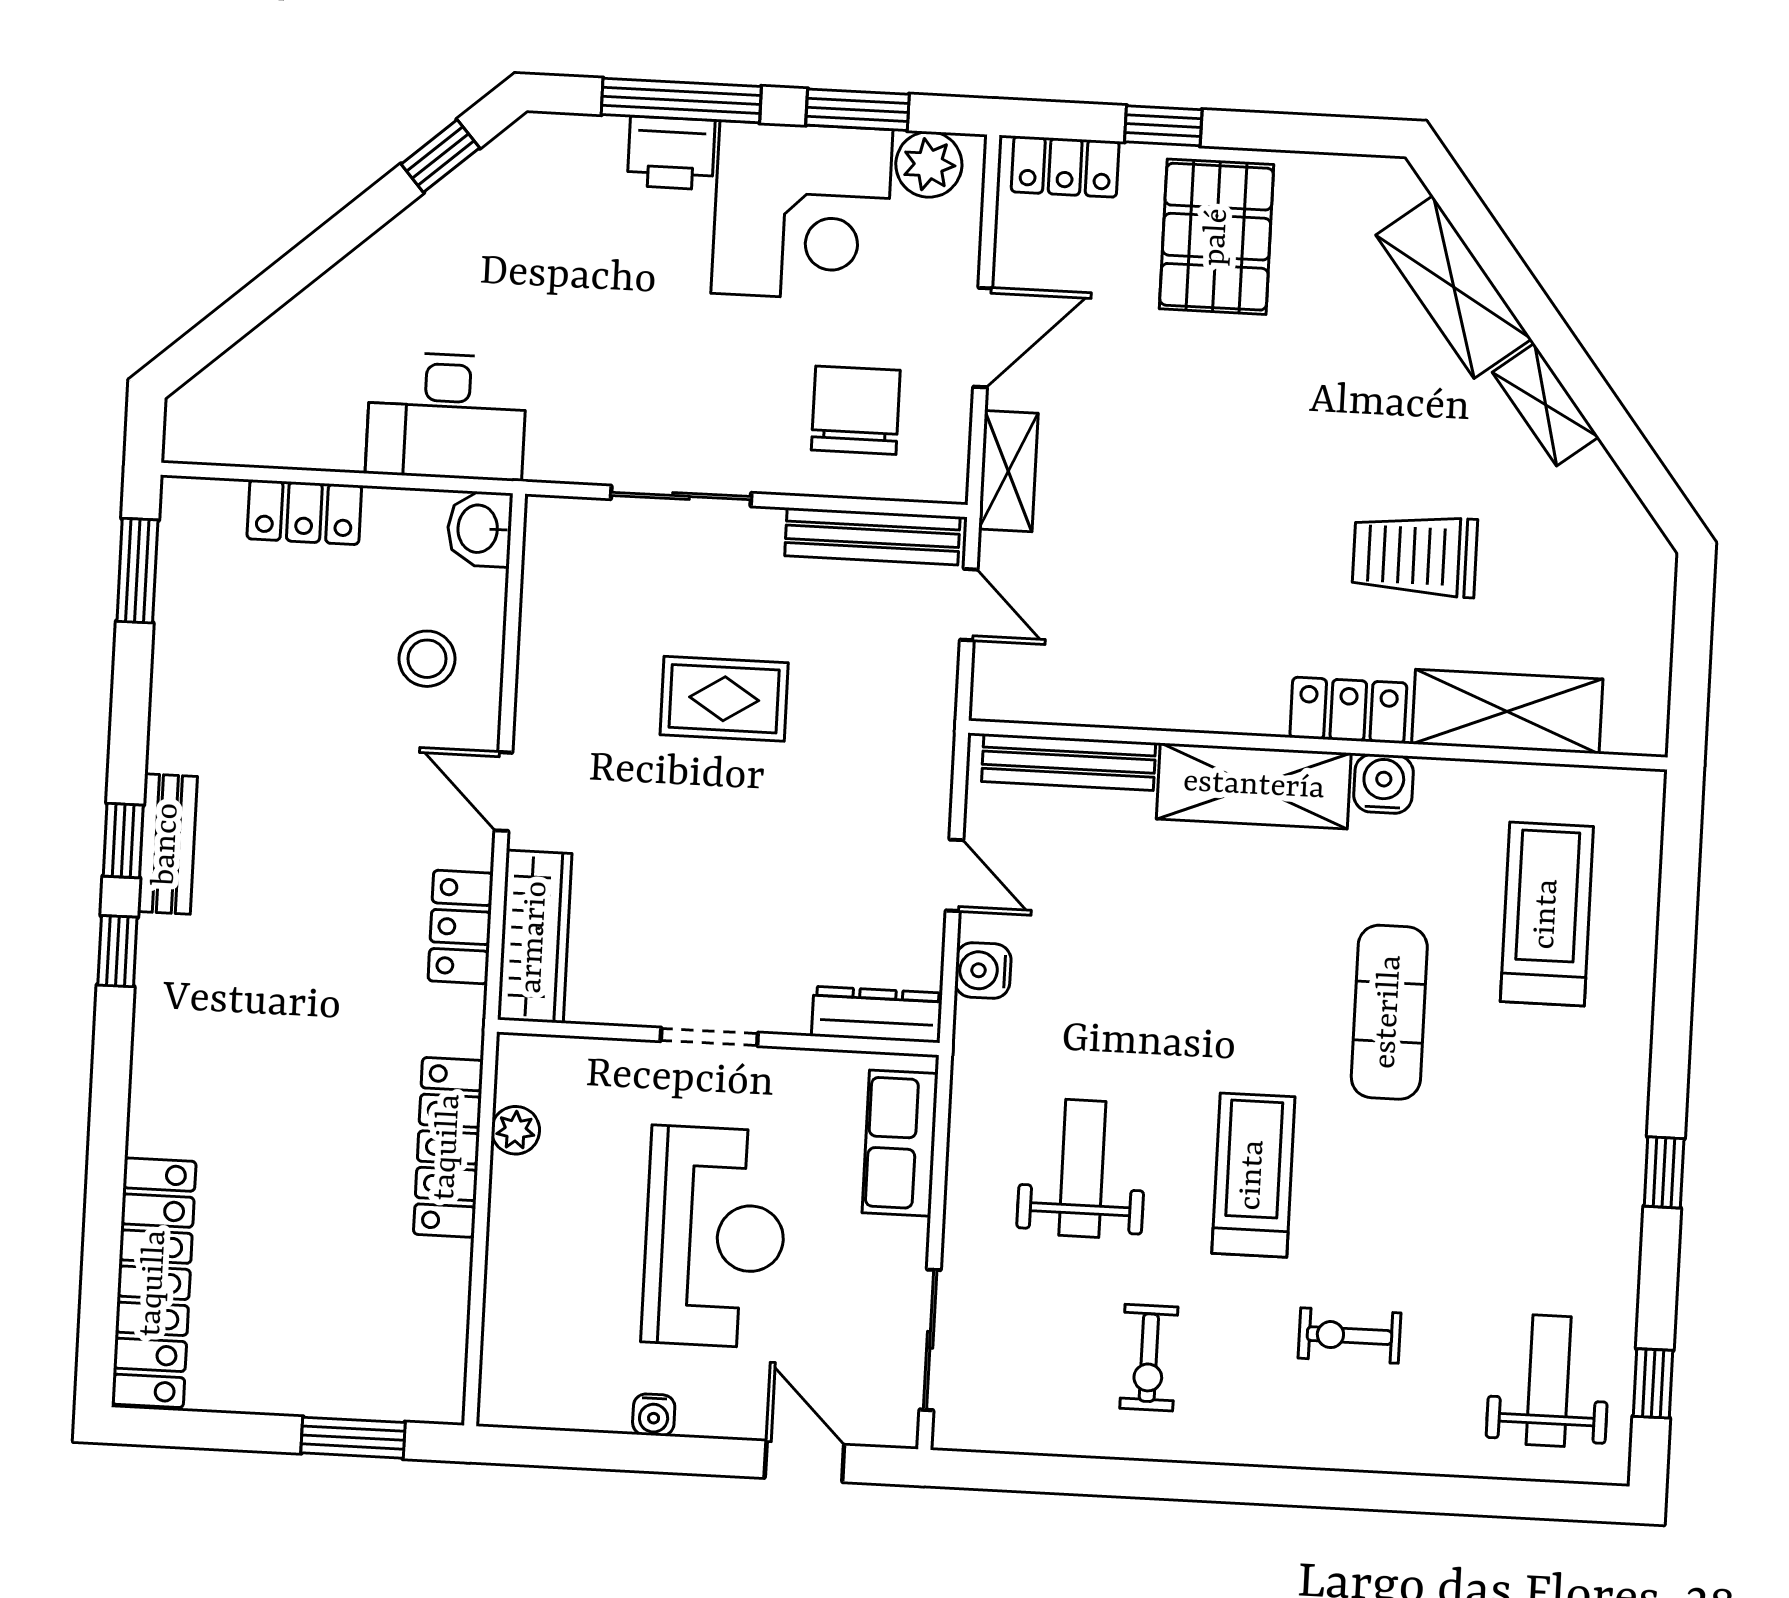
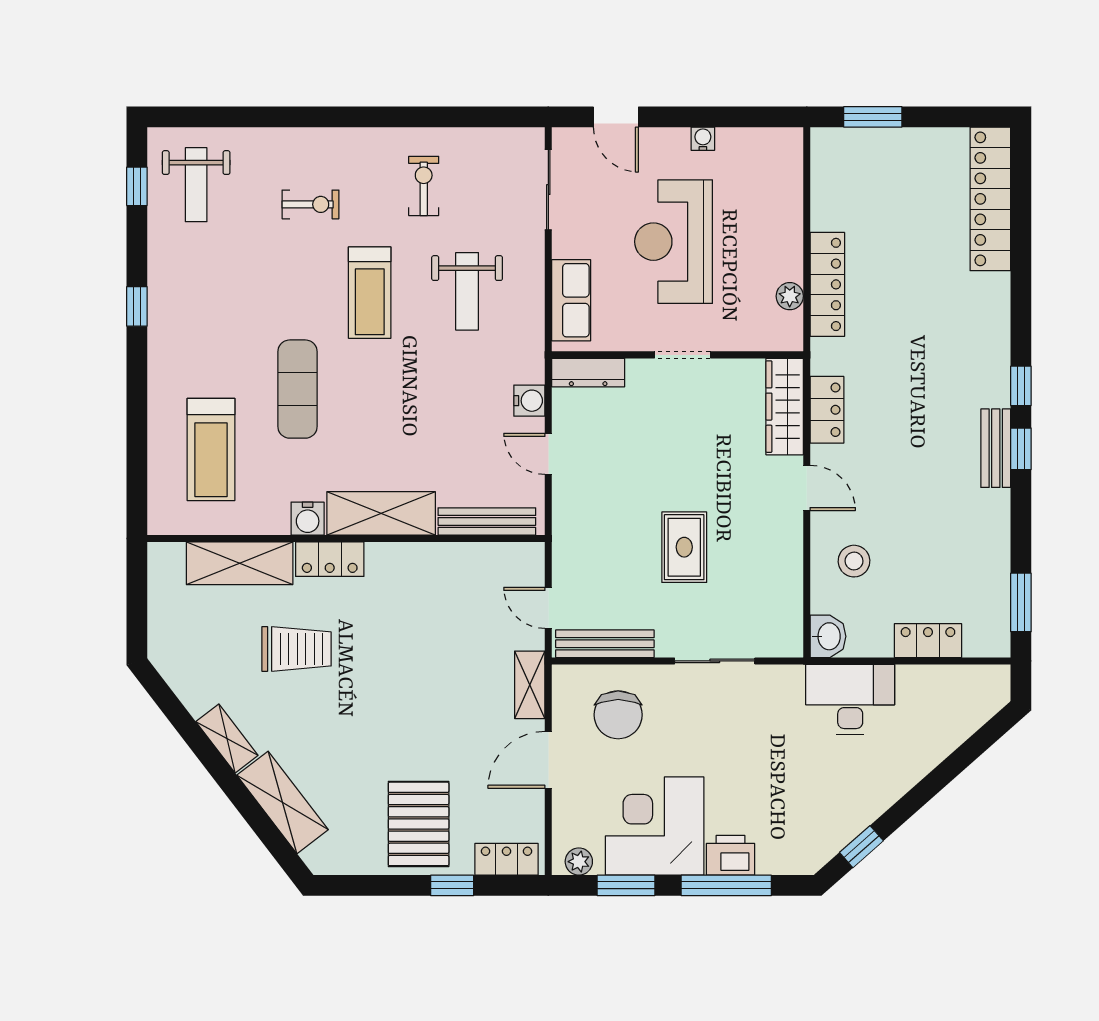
plant: (929, 164) -> (579, 862), width x0.73, depth x0.73
rug: (724, 699) -> (684, 547), turned 90

